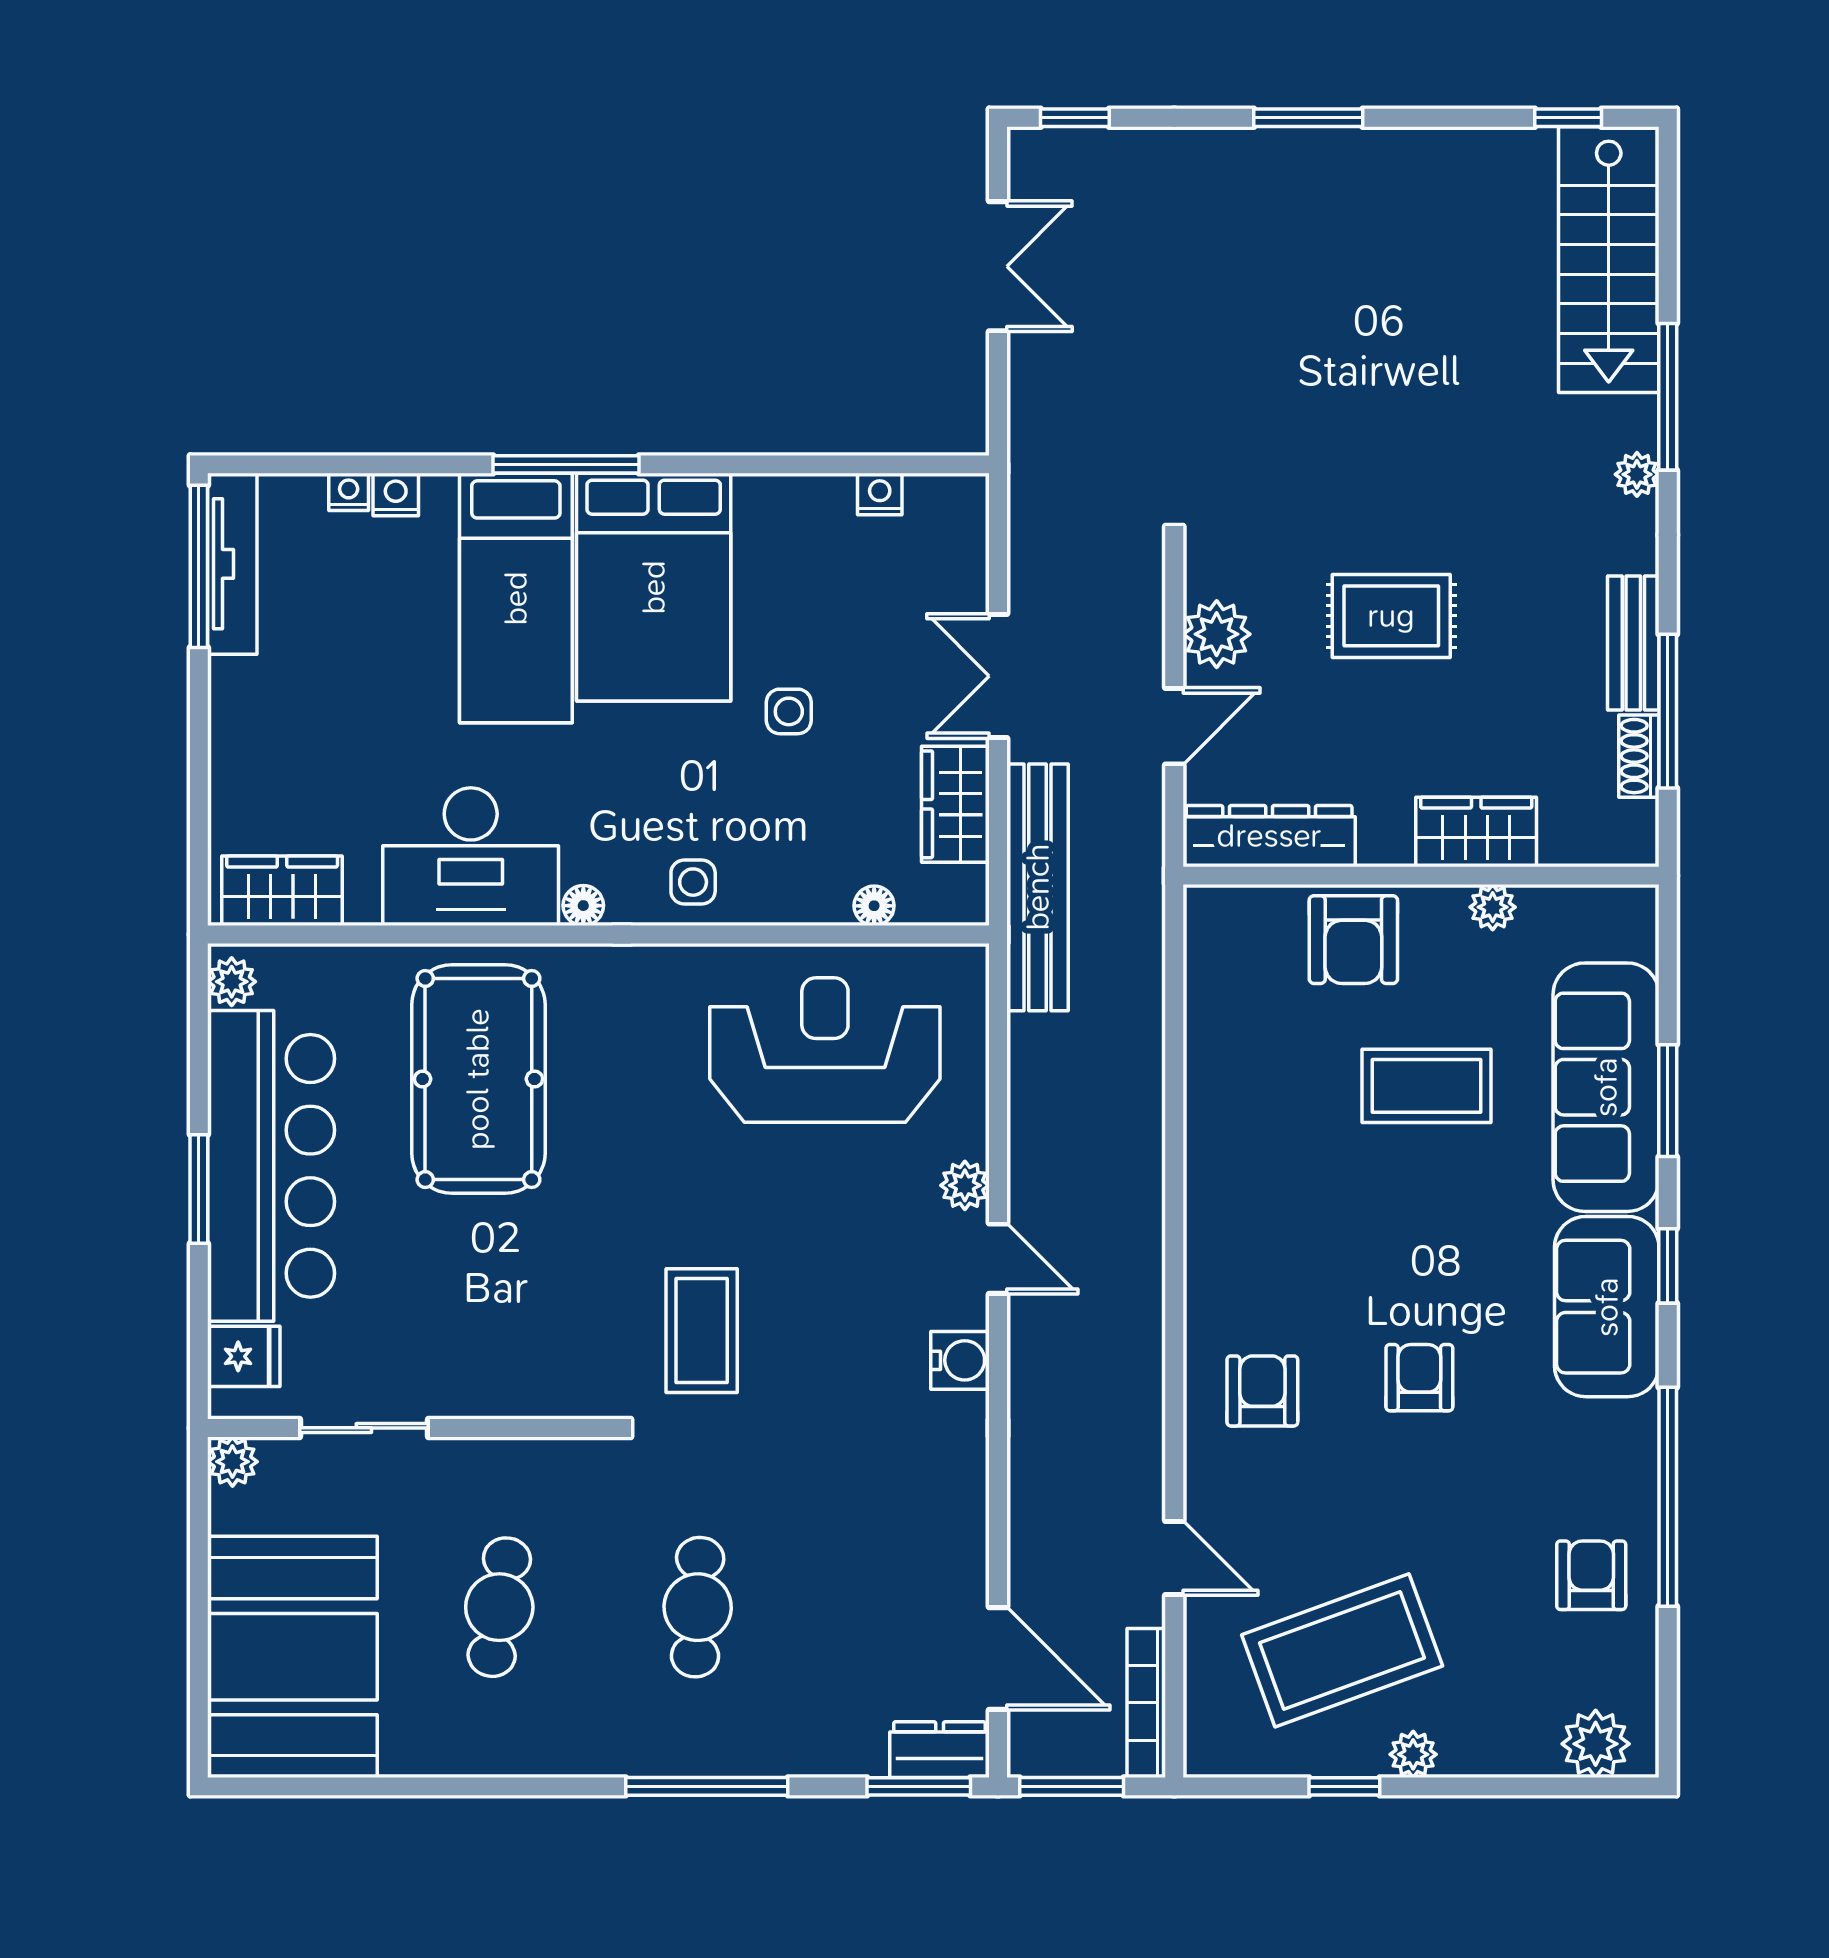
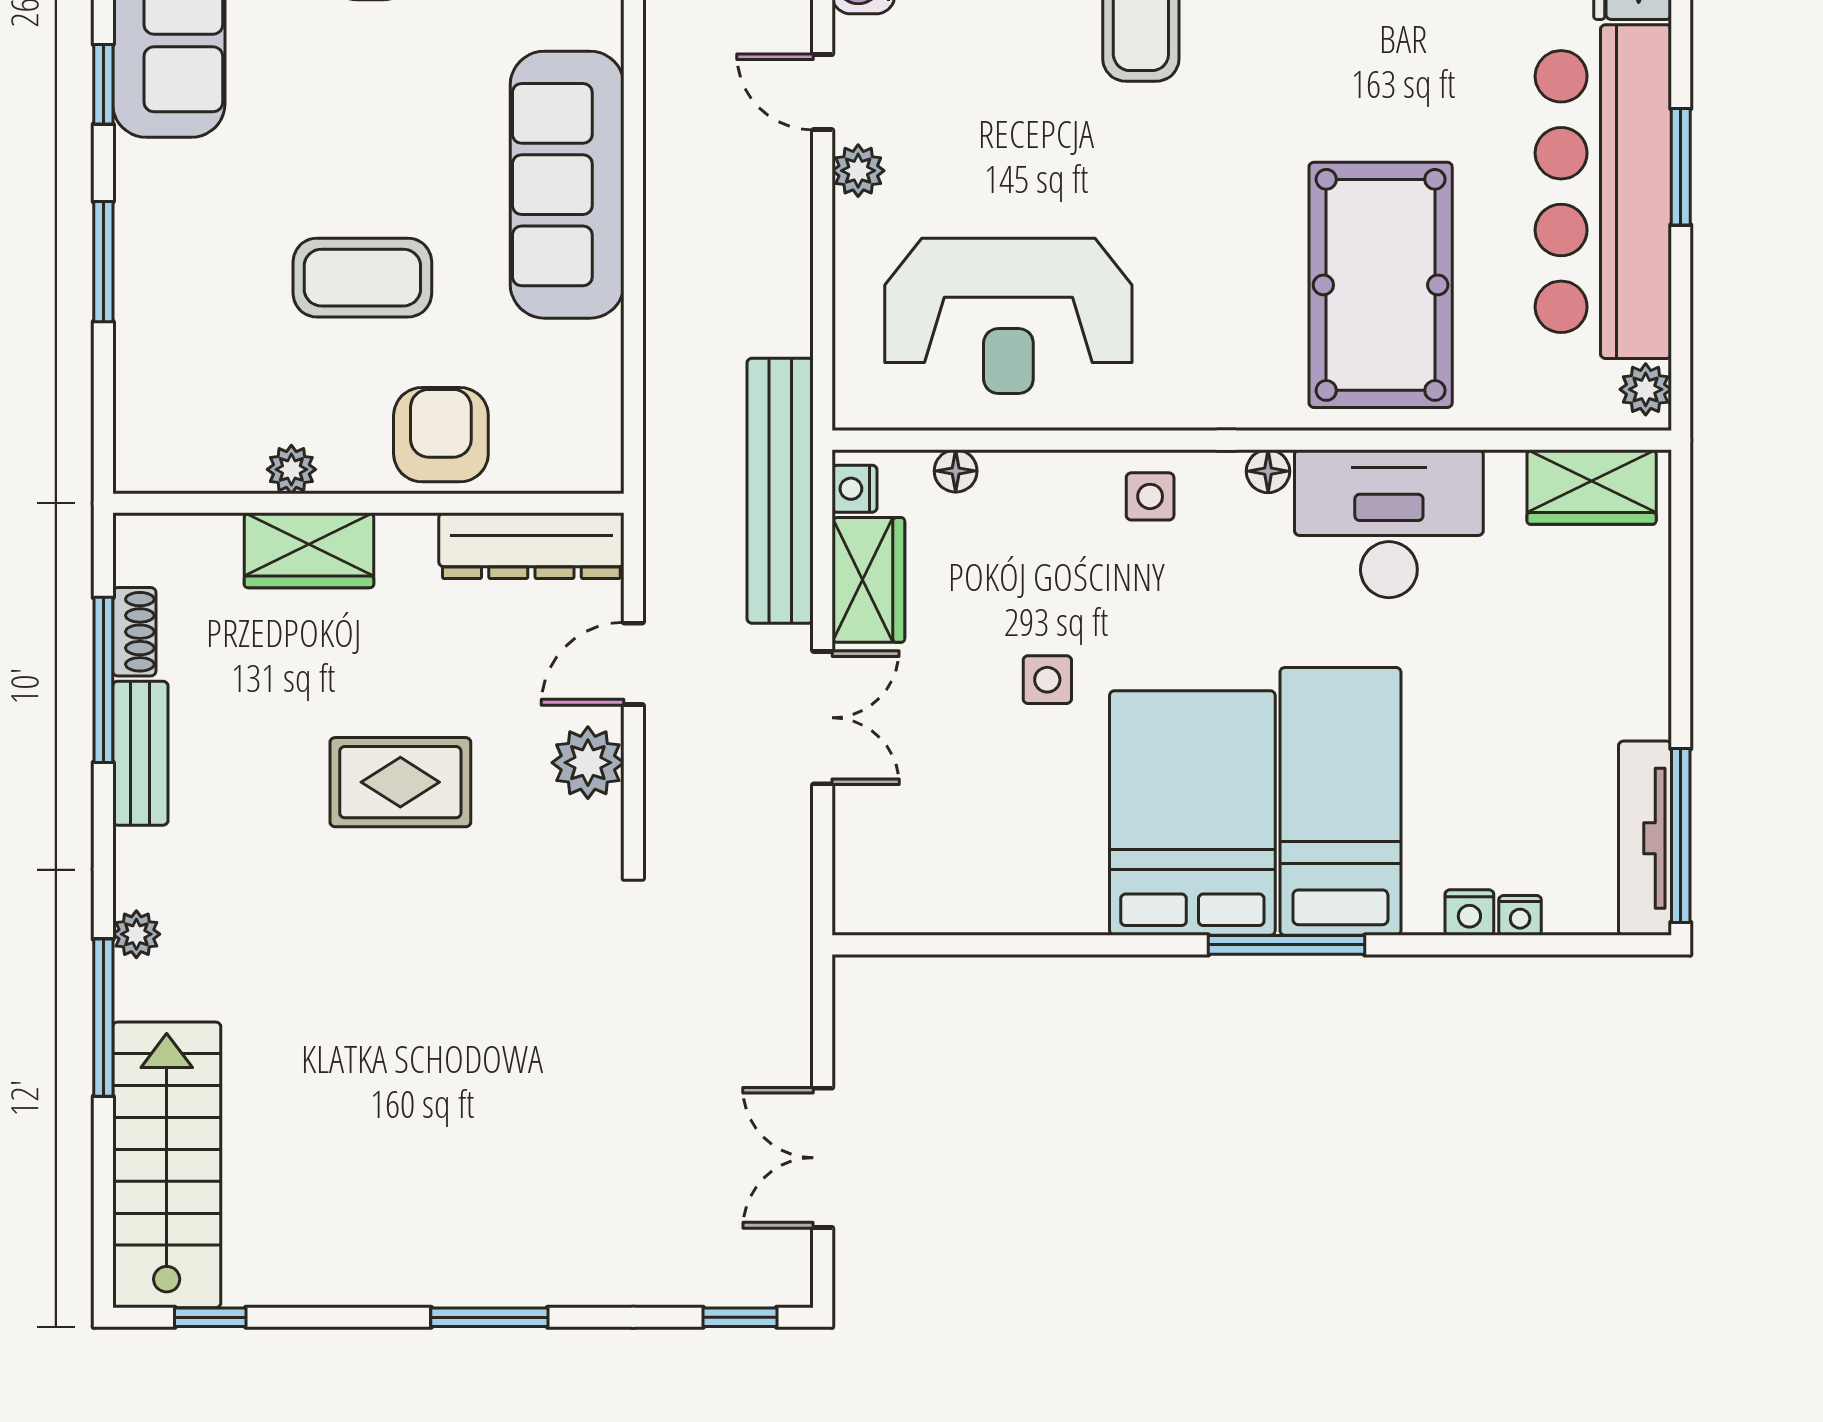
nightstand: (880, 494) -> (854, 489), moved, turned 90
sofa: (1606, 1087) -> (567, 185), moved, turned 180

